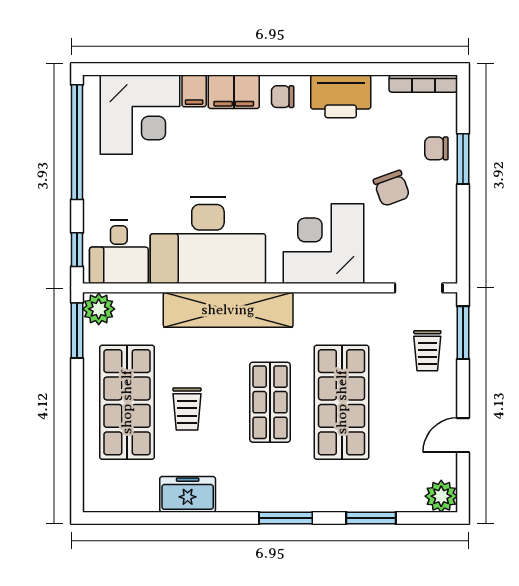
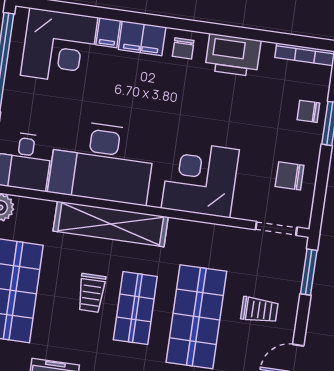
chair: (283, 97) -> (183, 48), turned -90
chair: (392, 188) -> (290, 176), moved, turned 110
trolley: (427, 351) -> (259, 310), moved, turned -90
trolley: (187, 409) -> (91, 293), moved

